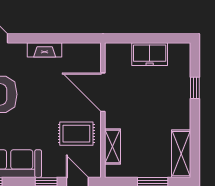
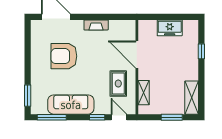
rug: (76, 134) -> (118, 84), turned 90

